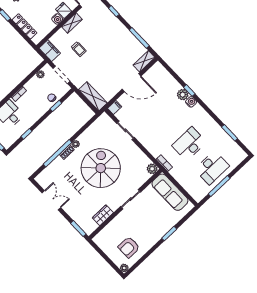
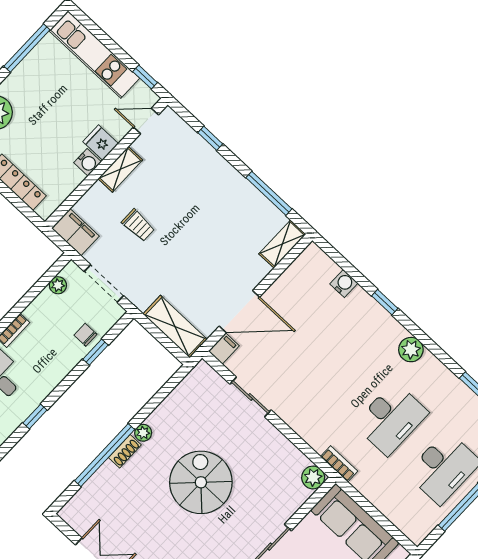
door: (132, 83) -> (239, 312), moved
plant: (183, 95) -> (411, 350), moved
water cooler: (191, 102) -> (344, 284), moved
desk: (189, 144) -> (391, 419), turned 180
spiral stairs: (101, 168) -> (201, 482), width x0.73, depth x0.73

